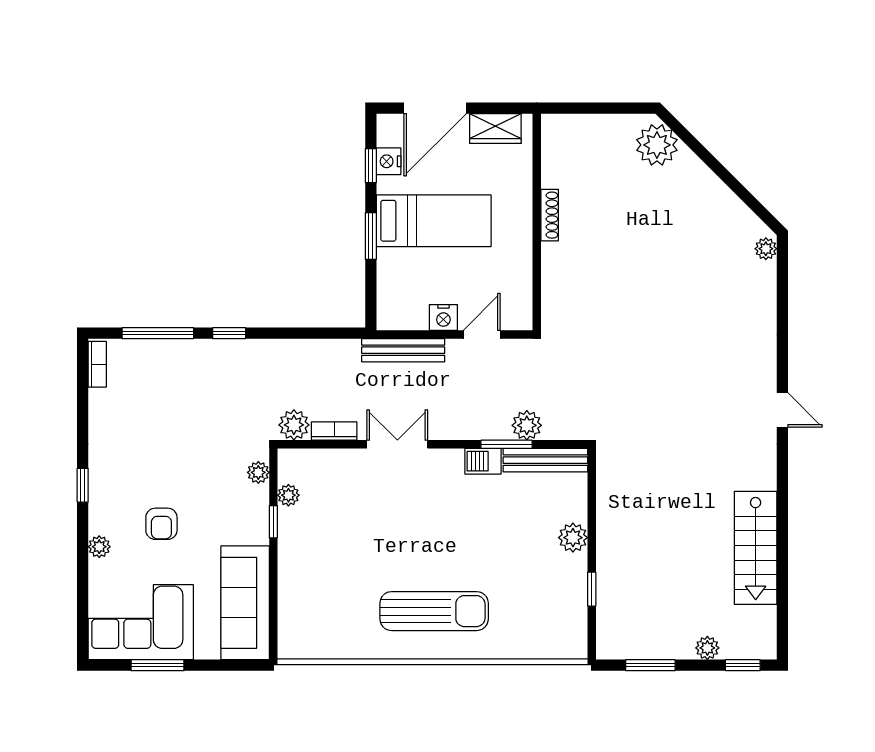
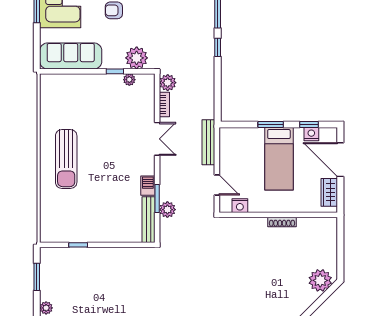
nightstand: (443, 317) -> (240, 206), moved, turned -90
plant: (258, 472) -> (137, 58), width x1.88, depth x1.88
plant: (573, 538) -> (106, 235), removed

